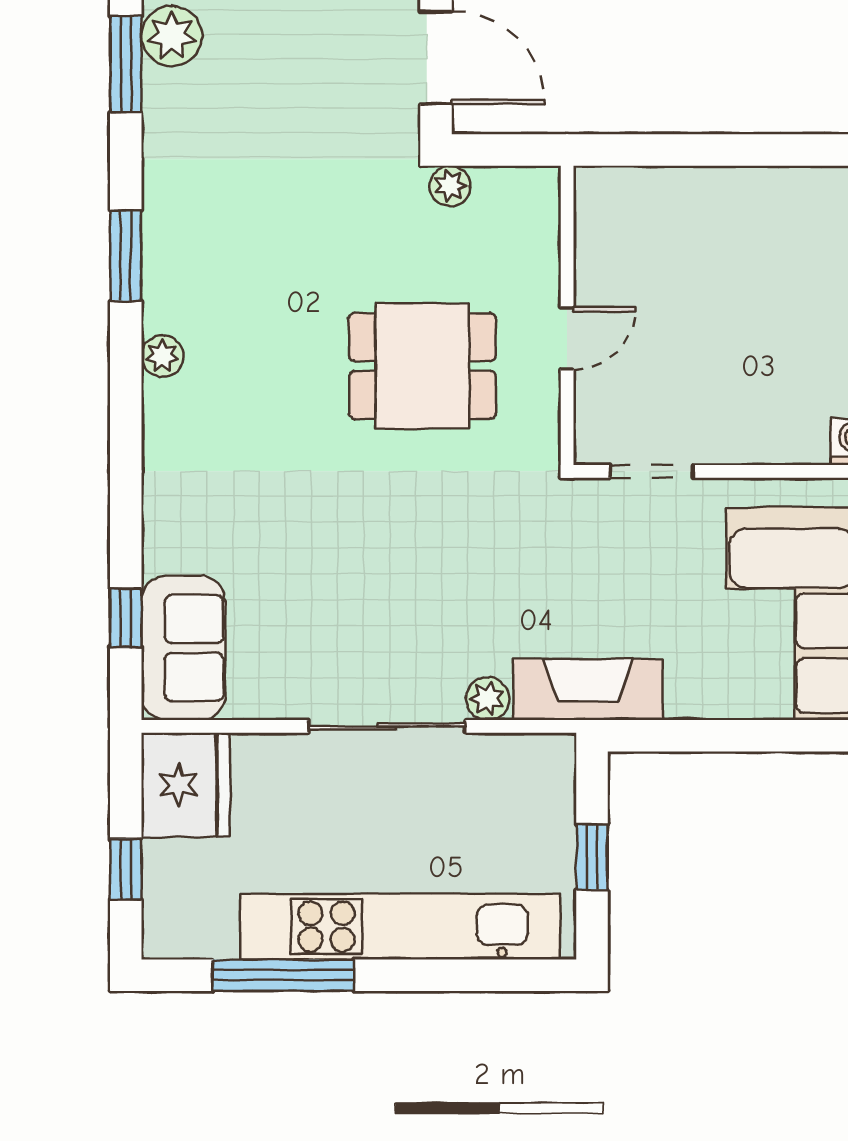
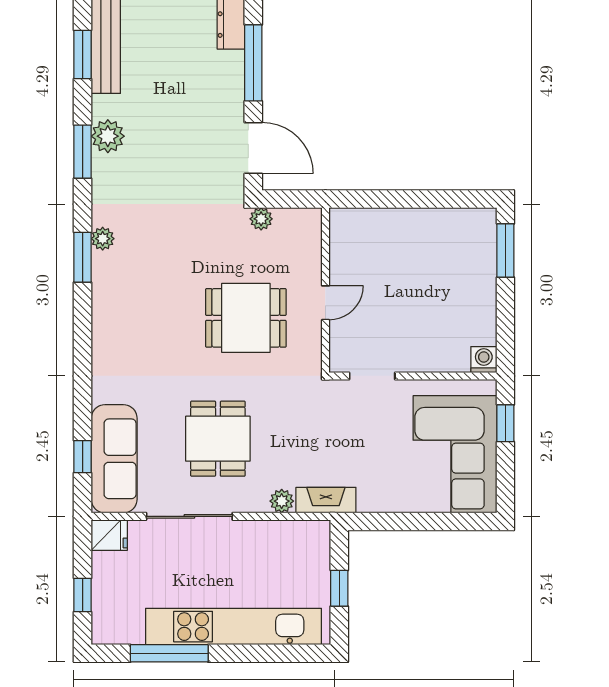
plant: (162, 356) -> (103, 239), moved
dining table: (372, 585) -> (218, 439), added
sofa: (183, 648) -> (114, 459), width x1.36
fireplace: (588, 689) -> (326, 500), width x0.73, depth x0.76
sliding door: (387, 726) -> (189, 516), moved
fridge: (186, 785) -> (109, 535), width x0.53, depth x0.75

